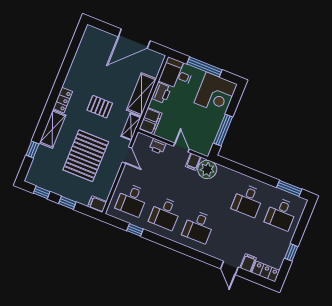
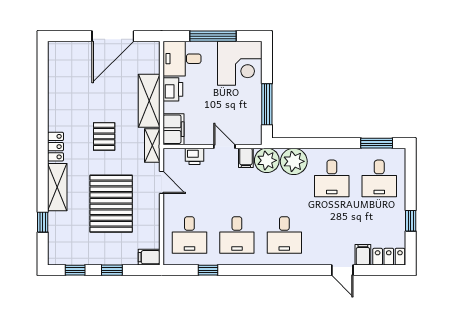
pallet: (100, 107) -> (104, 136), turned 90
plant: (226, 178) -> (294, 161), added

